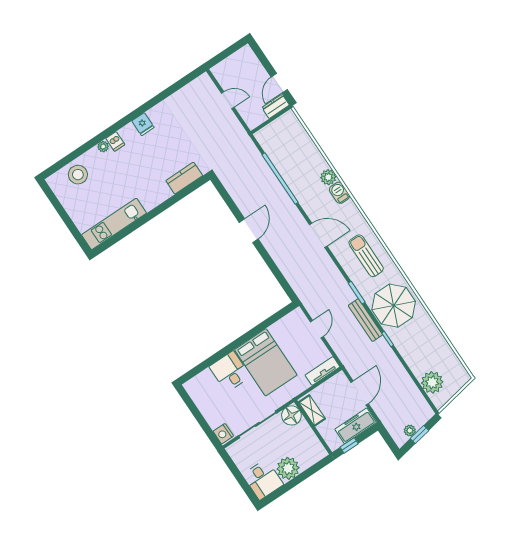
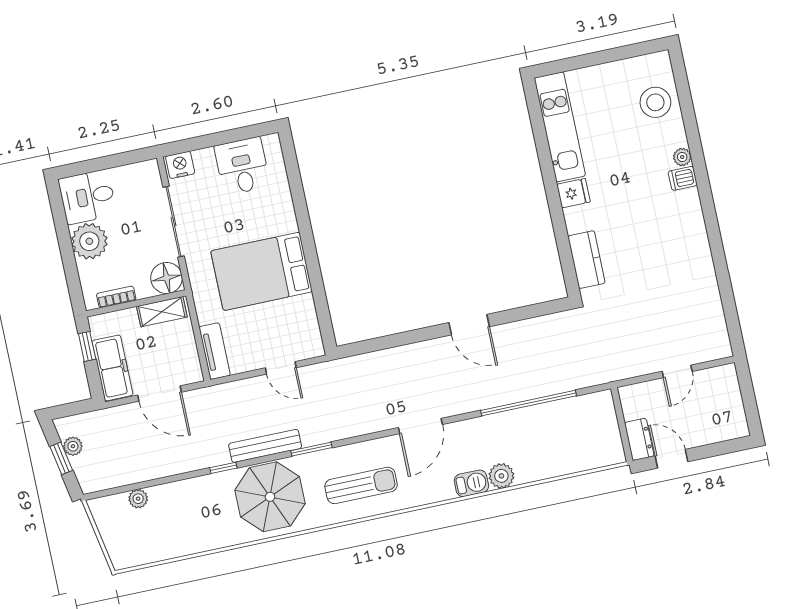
fridge: (143, 124) -> (573, 193), moved, turned 180
desk: (230, 372) -> (242, 166), moved, turned -90
plant: (432, 382) -> (138, 499), width x0.53, depth x0.53
bookcase: (314, 440) -> (116, 297), added

